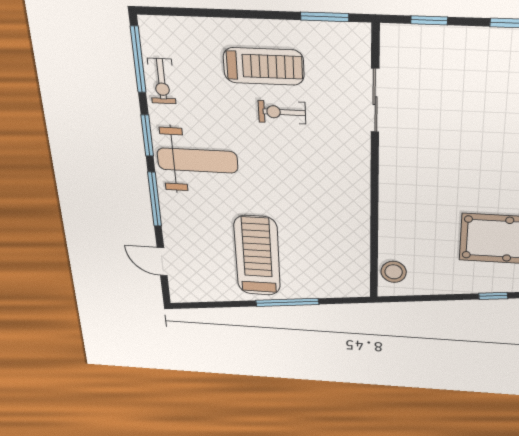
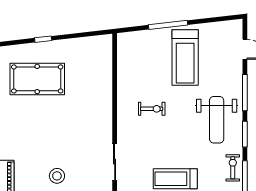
exercise bike: (282, 112) -> (152, 109), moved
weight bench: (197, 161) -> (217, 120), turned -90
stool: (394, 272) -> (57, 176), moved

